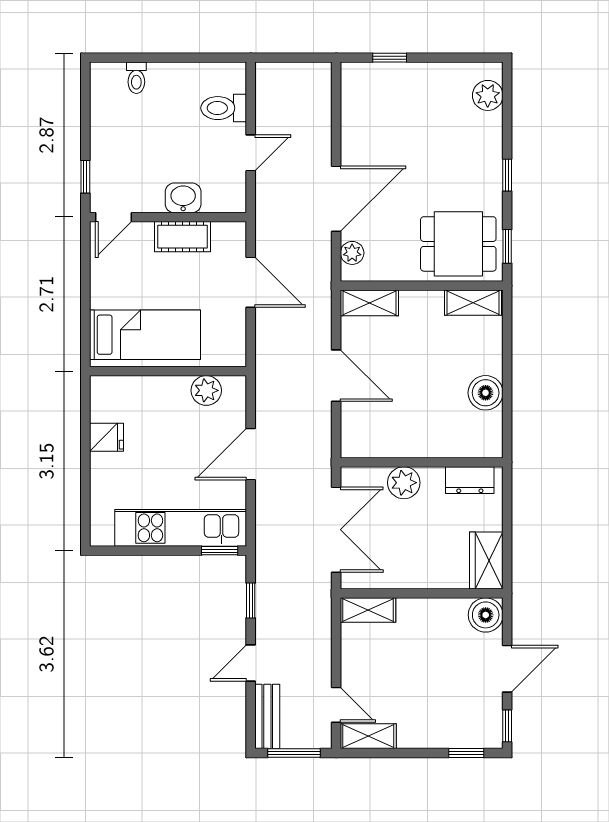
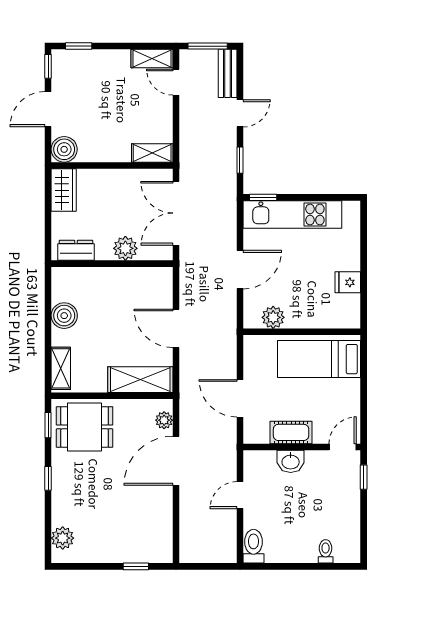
toilet: (224, 108) -> (253, 546), moved, turned -90
shelving: (369, 303) -> (140, 380), width x1.50, depth x1.33
shelving: (473, 303) -> (61, 368), moved, turned 90

